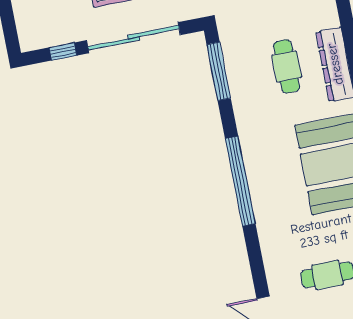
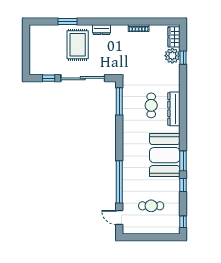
window: (240, 181) -> (119, 182), moved

